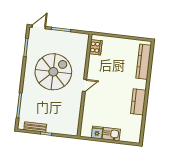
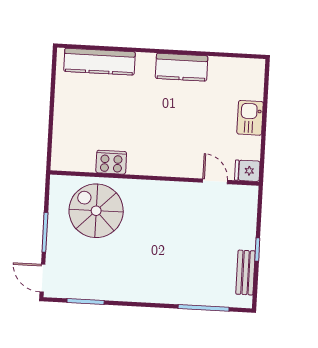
cooker: (96, 47) -> (111, 162), moved
spiral stairs: (53, 72) -> (96, 211), moved, width x0.73, depth x0.73
door: (84, 85) -> (215, 181), moved
fridge: (97, 132) -> (247, 171), moved

